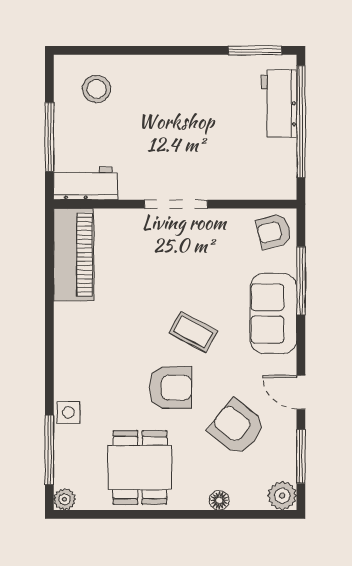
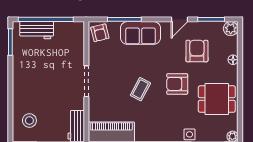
coffee table: (193, 332) -> (140, 89), moved
armchair: (170, 387) -> (177, 84), turned -90
armchair: (237, 427) -> (197, 51), turned 141

